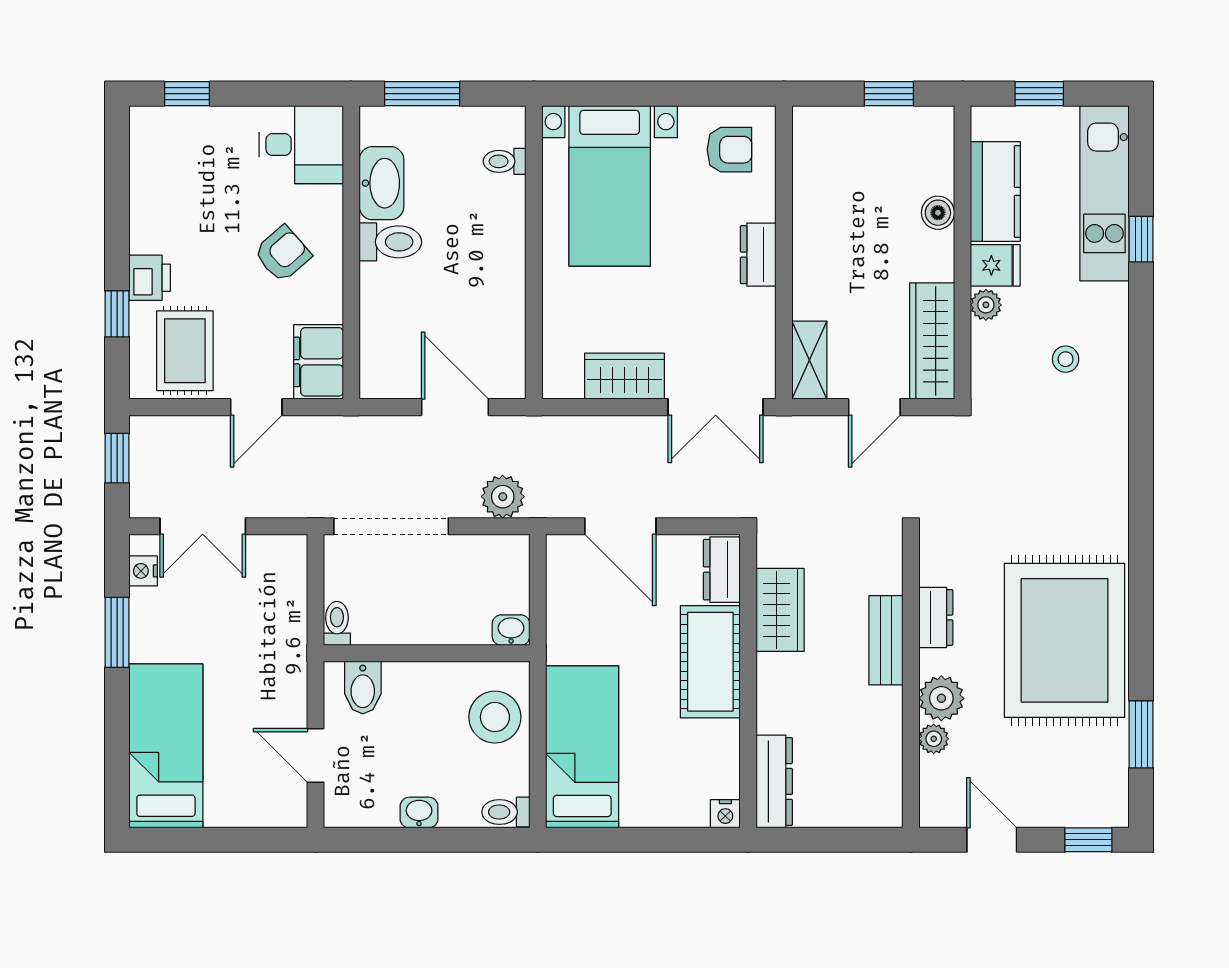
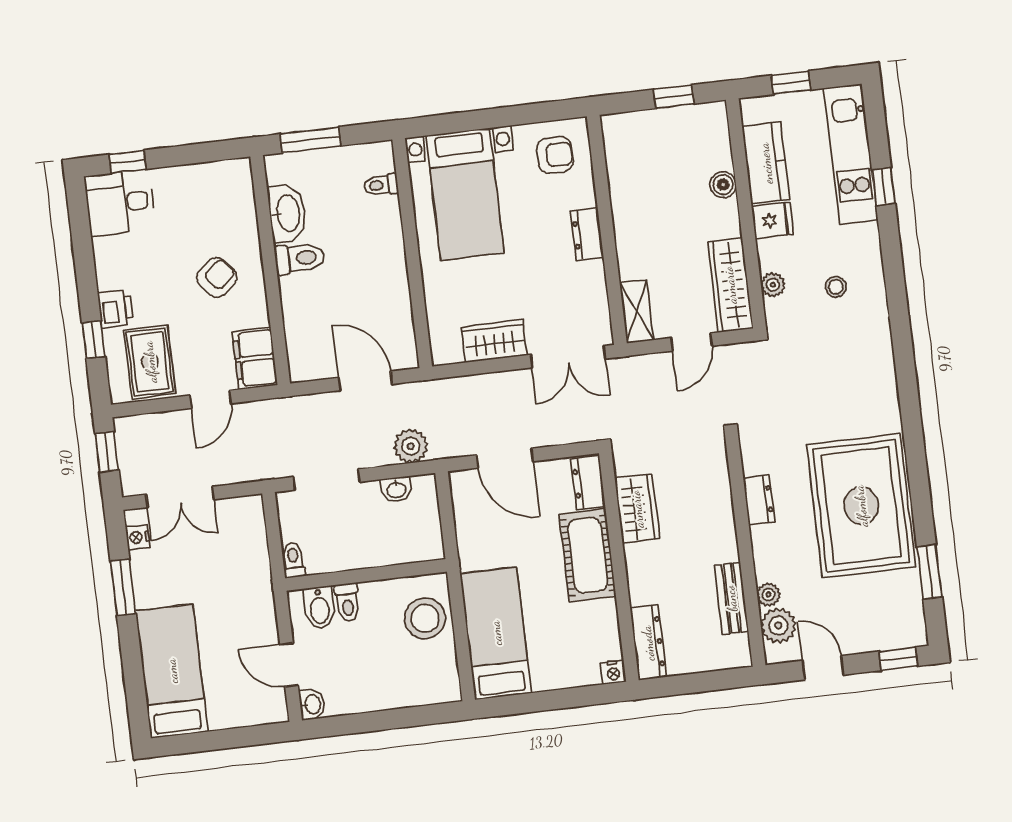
desk: (301, 145) -> (120, 203), moved, turned 180
plant: (986, 305) -> (773, 285), moved
doorway: (391, 526) -> (327, 479), width x0.73
washbasin: (511, 630) -> (396, 489), moved, turned 180
bench: (886, 640) -> (731, 598), moved
plant: (941, 698) -> (778, 625), moved
toilet: (506, 812) -> (347, 602), moved, turned -90
washbasin: (419, 813) -> (312, 704), moved, turned 90

